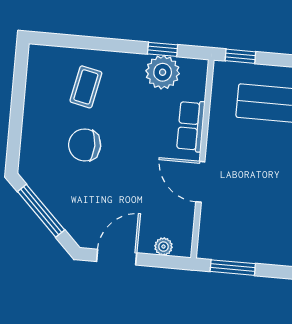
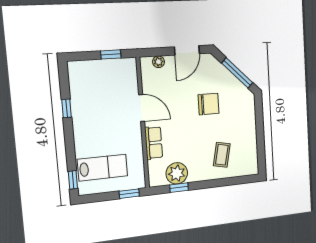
chair: (85, 145) -> (209, 104), moved
window: (233, 268) -> (111, 54), width x0.67

